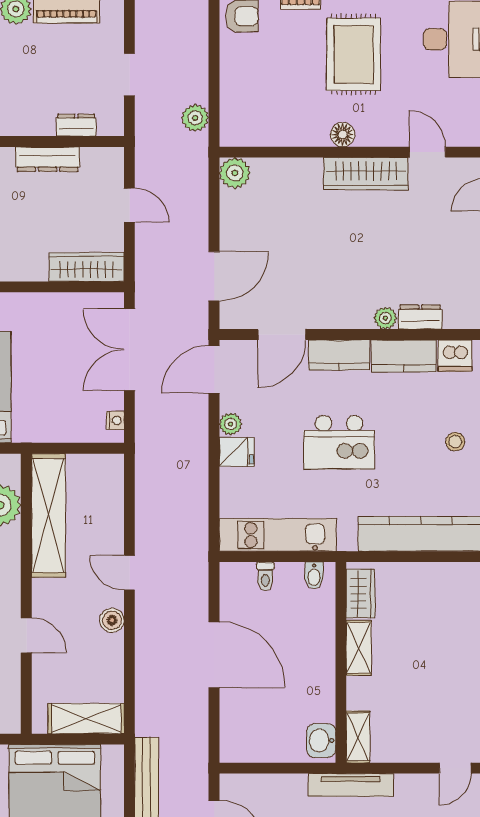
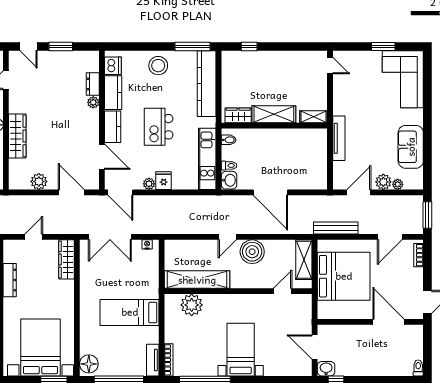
plant: (235, 173) -> (39, 181), moved
wardrobe: (366, 174) -> (17, 136), moved
kitchen island: (339, 442) -> (159, 127), turned 180
stool: (455, 442) -> (158, 66), width x1.89, depth x1.89
boiler: (112, 620) -> (252, 252), width x1.86, depth x1.86
door: (26, 635) -> (283, 291), moved
shelving: (359, 648) -> (274, 114), width x1.50, depth x1.33
door: (214, 655) -> (270, 192), swing flipped
washbasin: (321, 741) -> (229, 180), moved, turned -90
tv unit: (351, 785) -> (339, 138), moved

